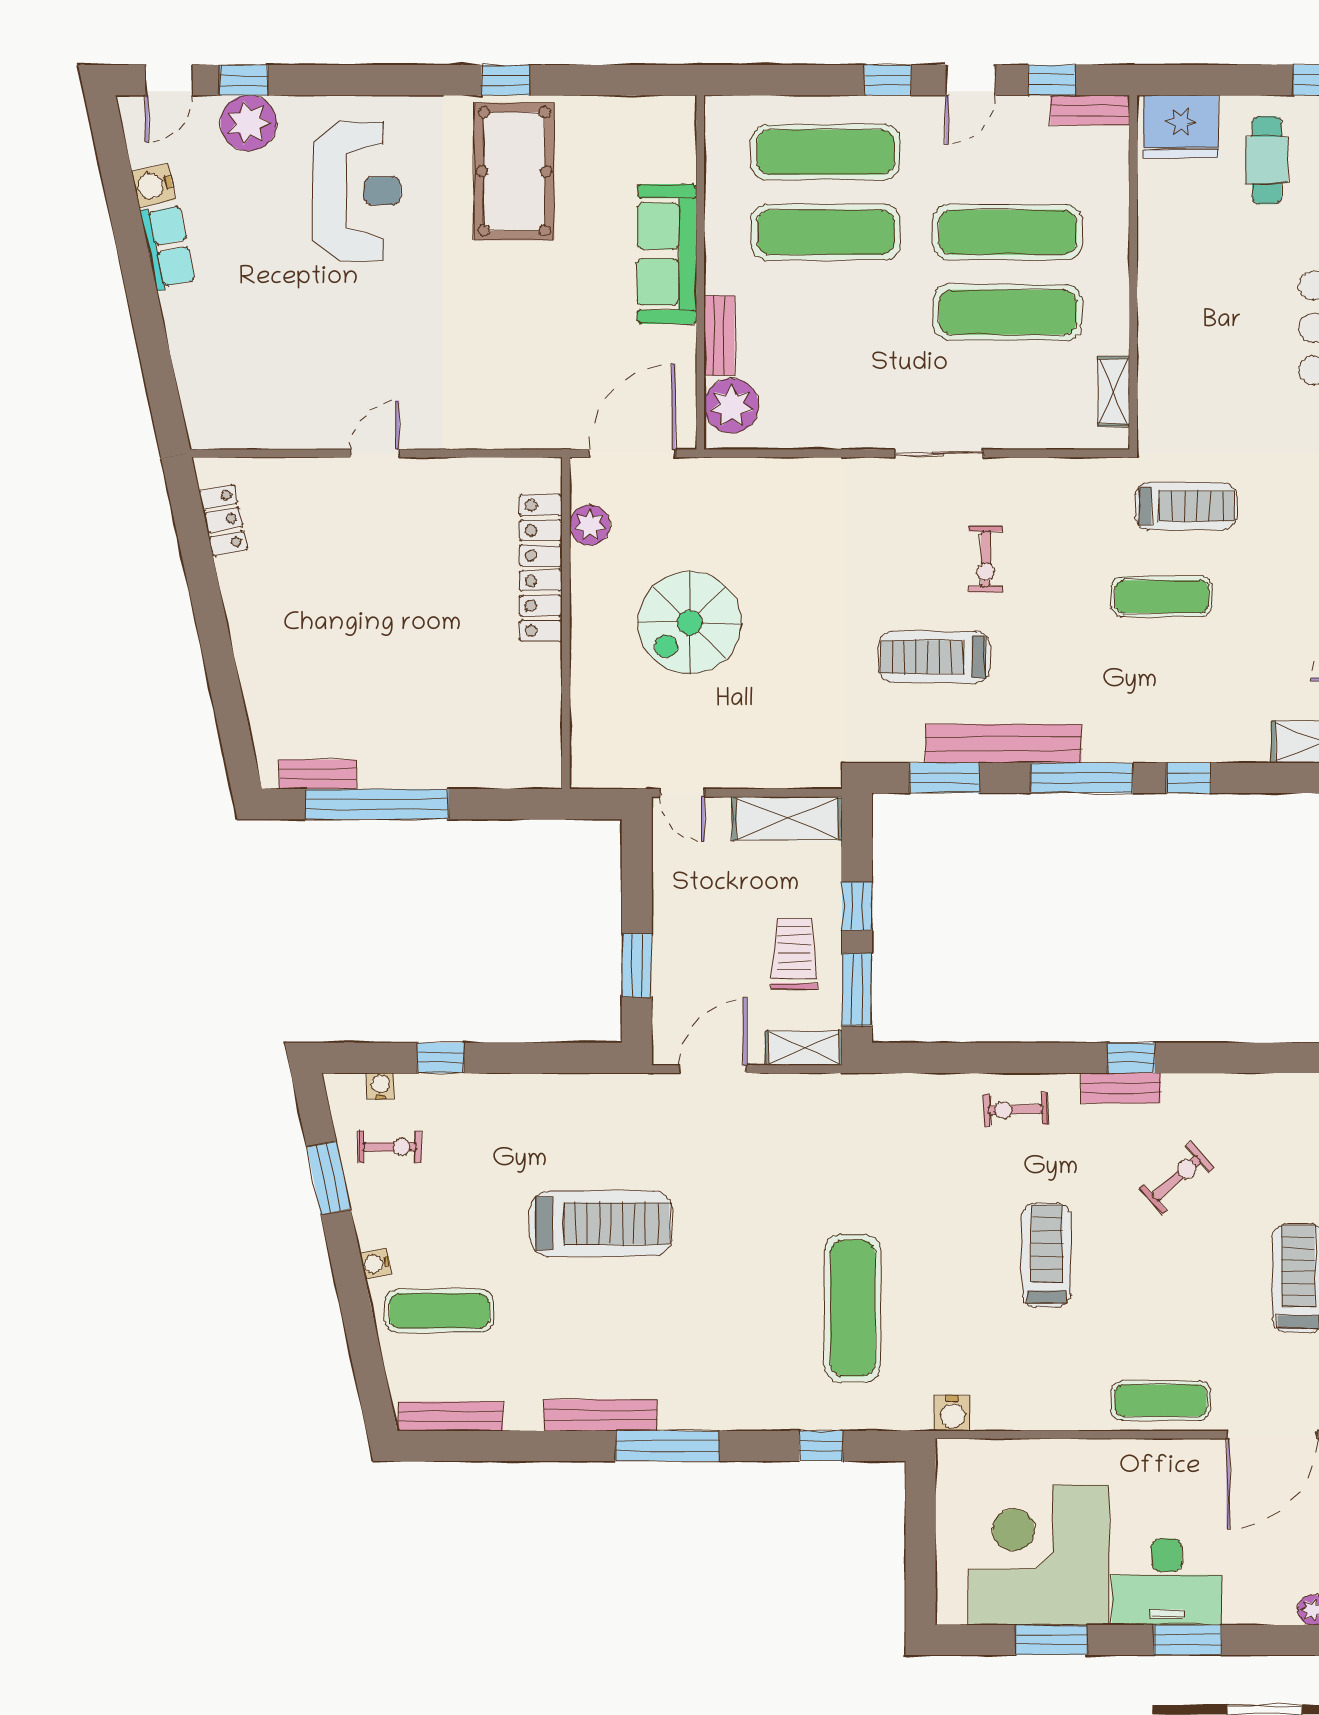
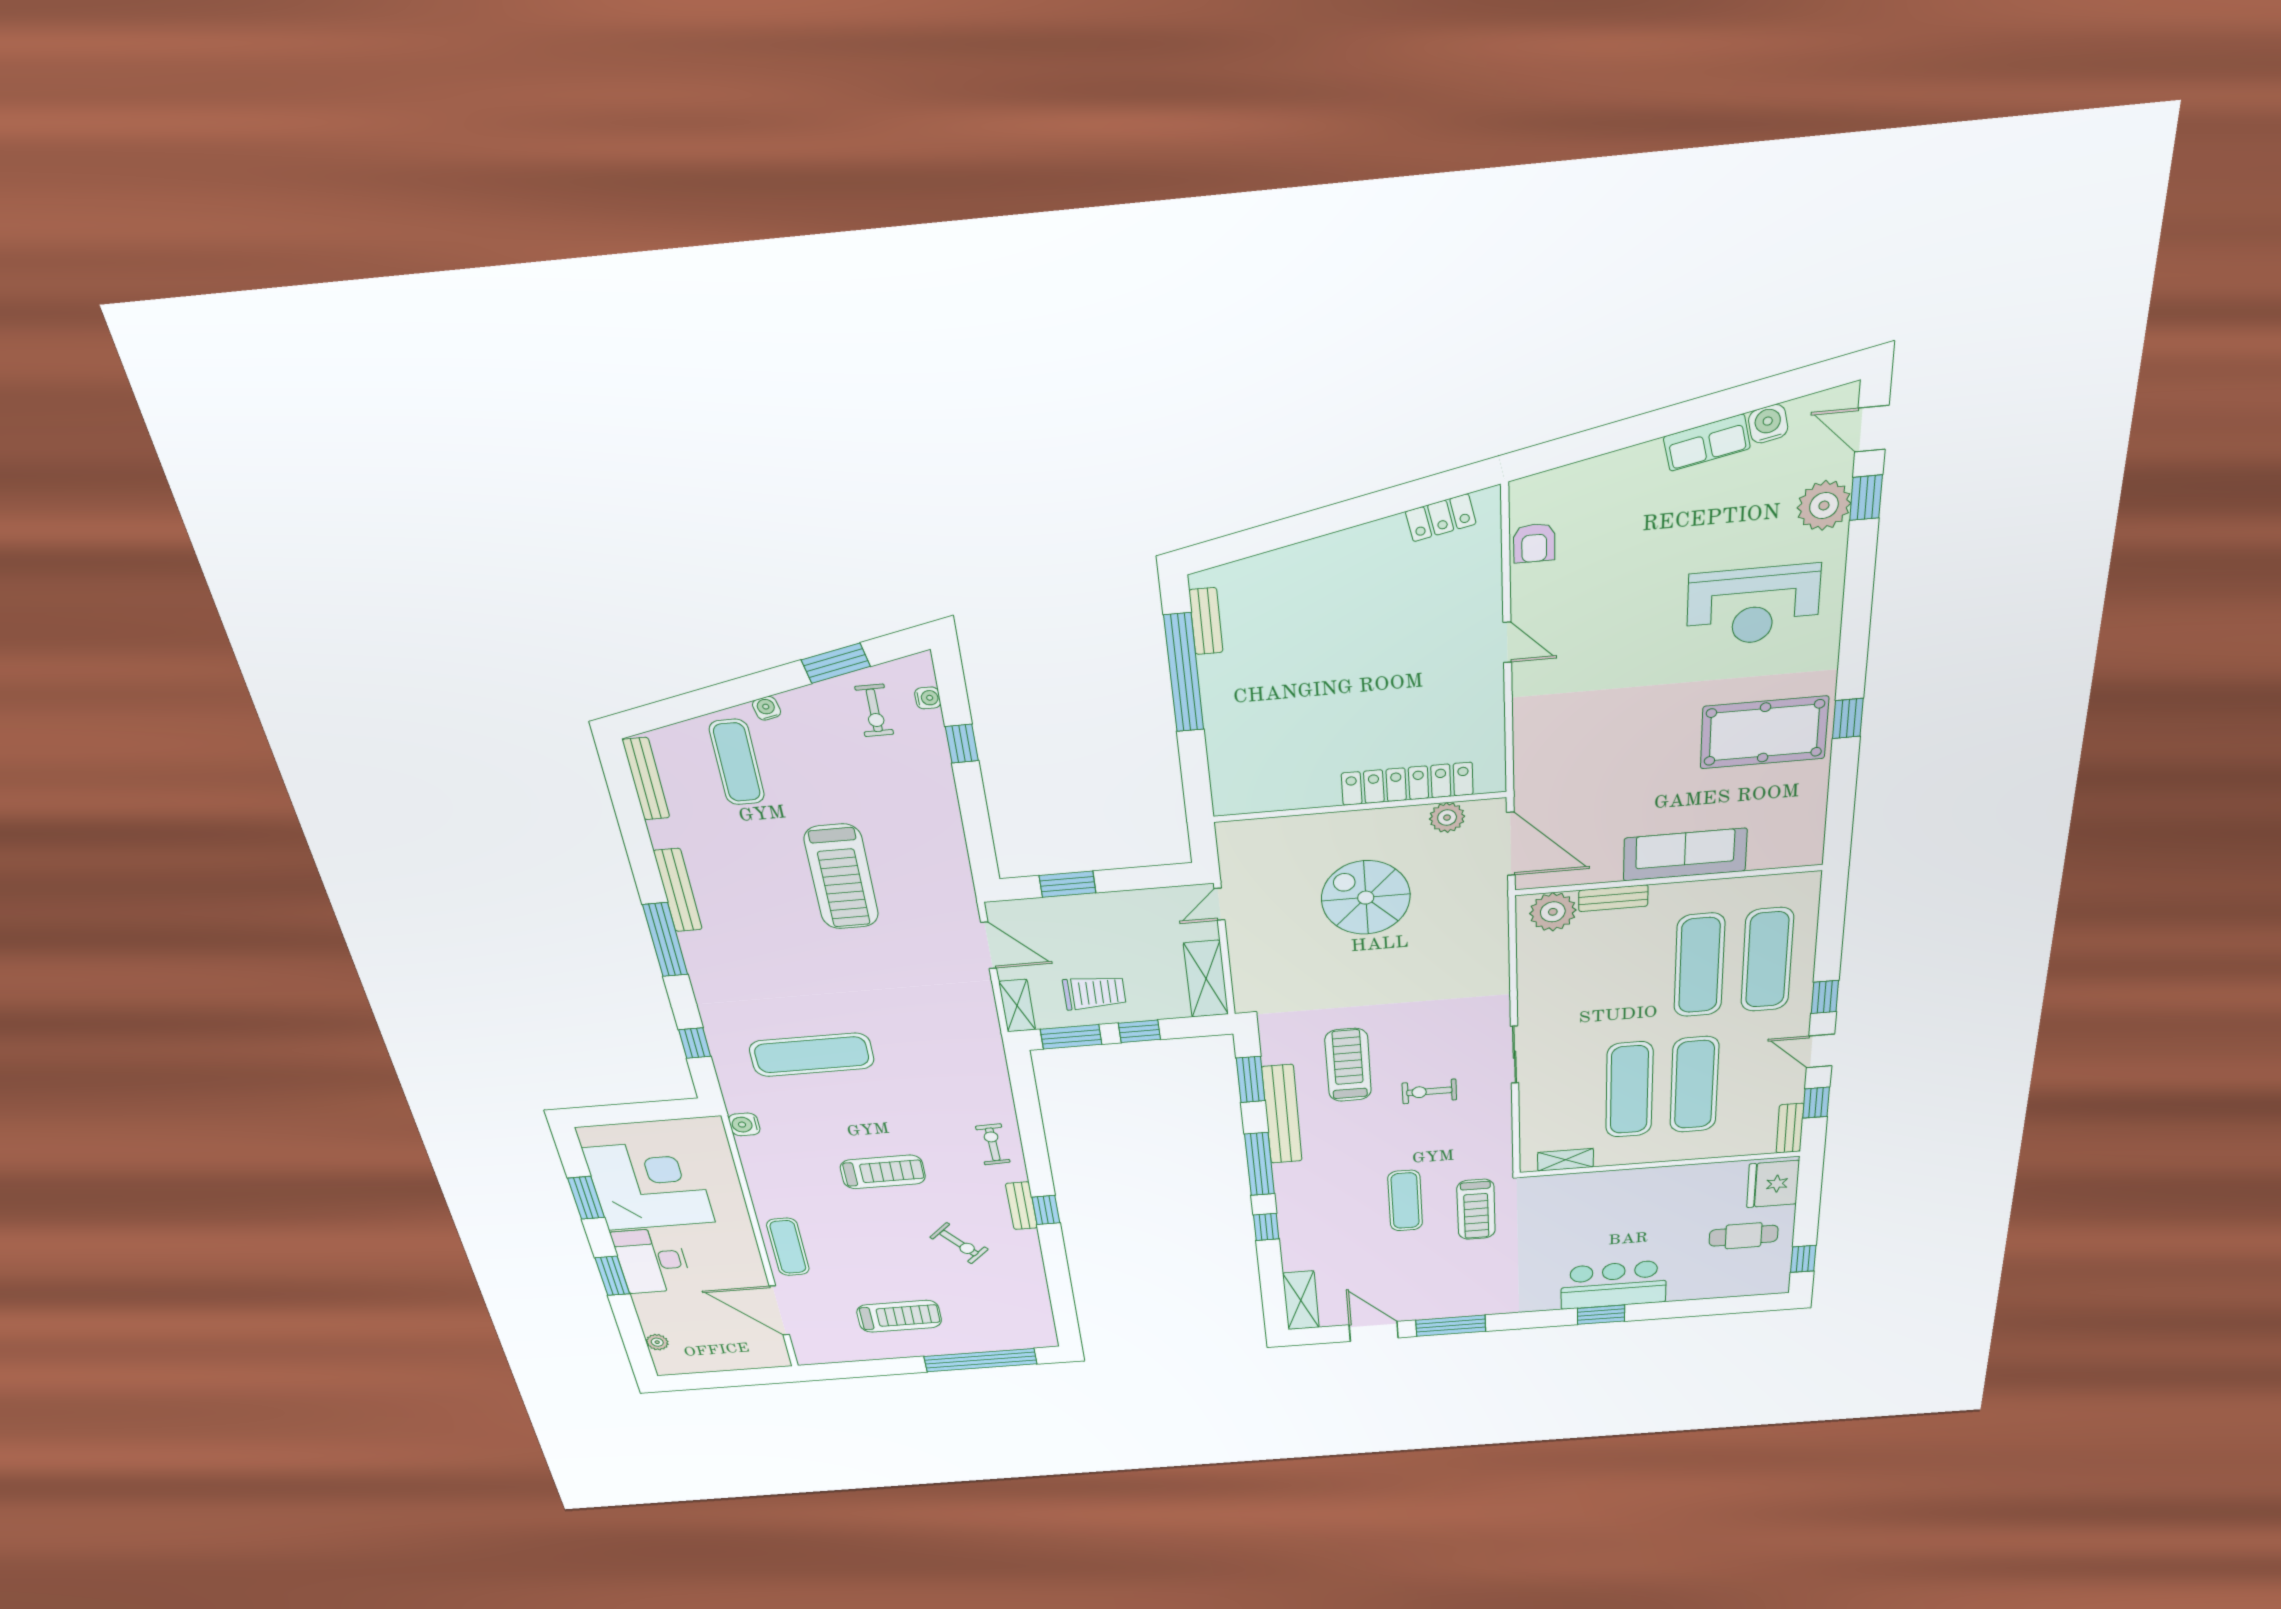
armchair: (261, 423) -> (1534, 543), added

